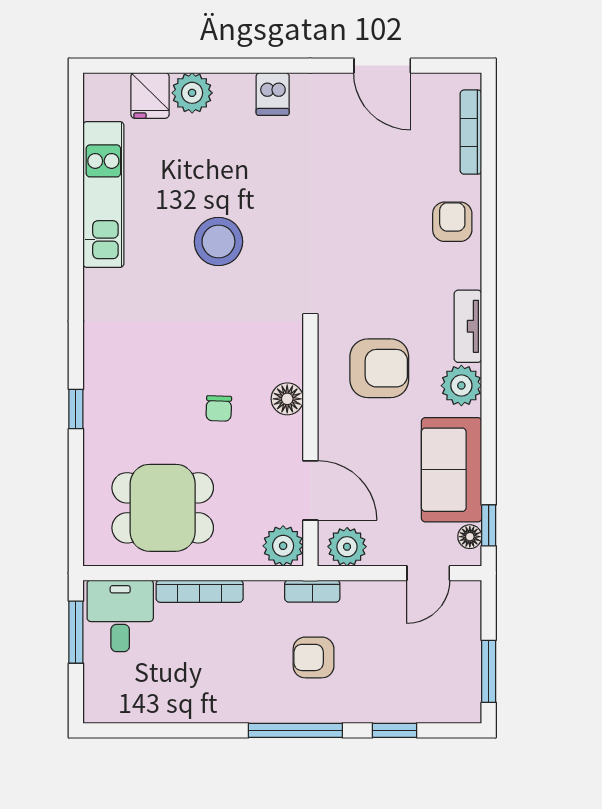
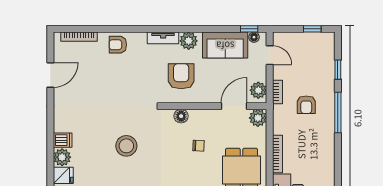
dishwasher: (273, 94) -> (63, 140), moved
floor lamp: (287, 399) -> (181, 116), moved
bookcase: (312, 591) -> (278, 92), moved
window: (489, 671) -> (312, 29), width x0.67

